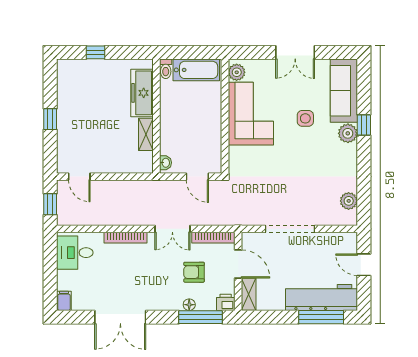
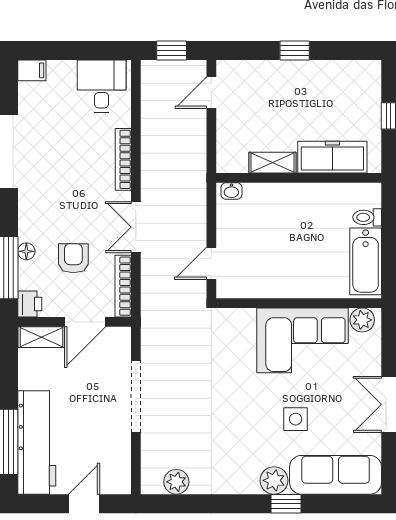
freezer: (142, 93) -> (332, 157), moved
wall: (156, 116) -> (299, 178), moved
shelving: (146, 134) -> (273, 163), moved
washbasin: (165, 163) -> (231, 191), moved

